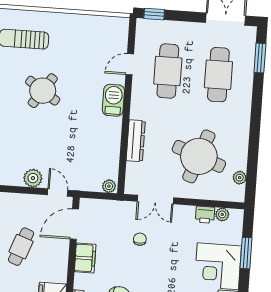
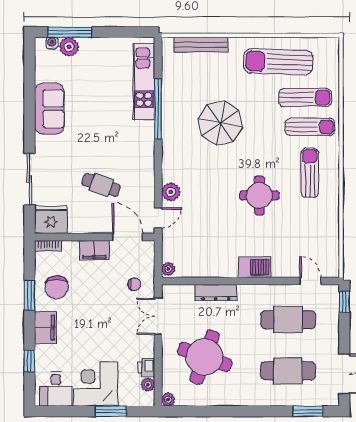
door: (130, 64) -> (310, 281), moved
round table: (43, 91) -> (259, 195), turned -34
plant: (240, 178) -> (168, 400), moved
chair: (140, 239) -> (134, 284), moved

